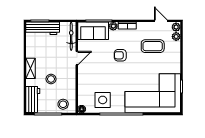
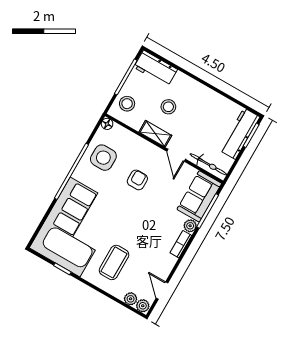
door: (161, 21) -> (162, 291), swing flipped
coffee table: (153, 46) -> (114, 262), moved
armchair: (120, 55) -> (137, 180), moved
shelving: (31, 68) -> (155, 134), moved

